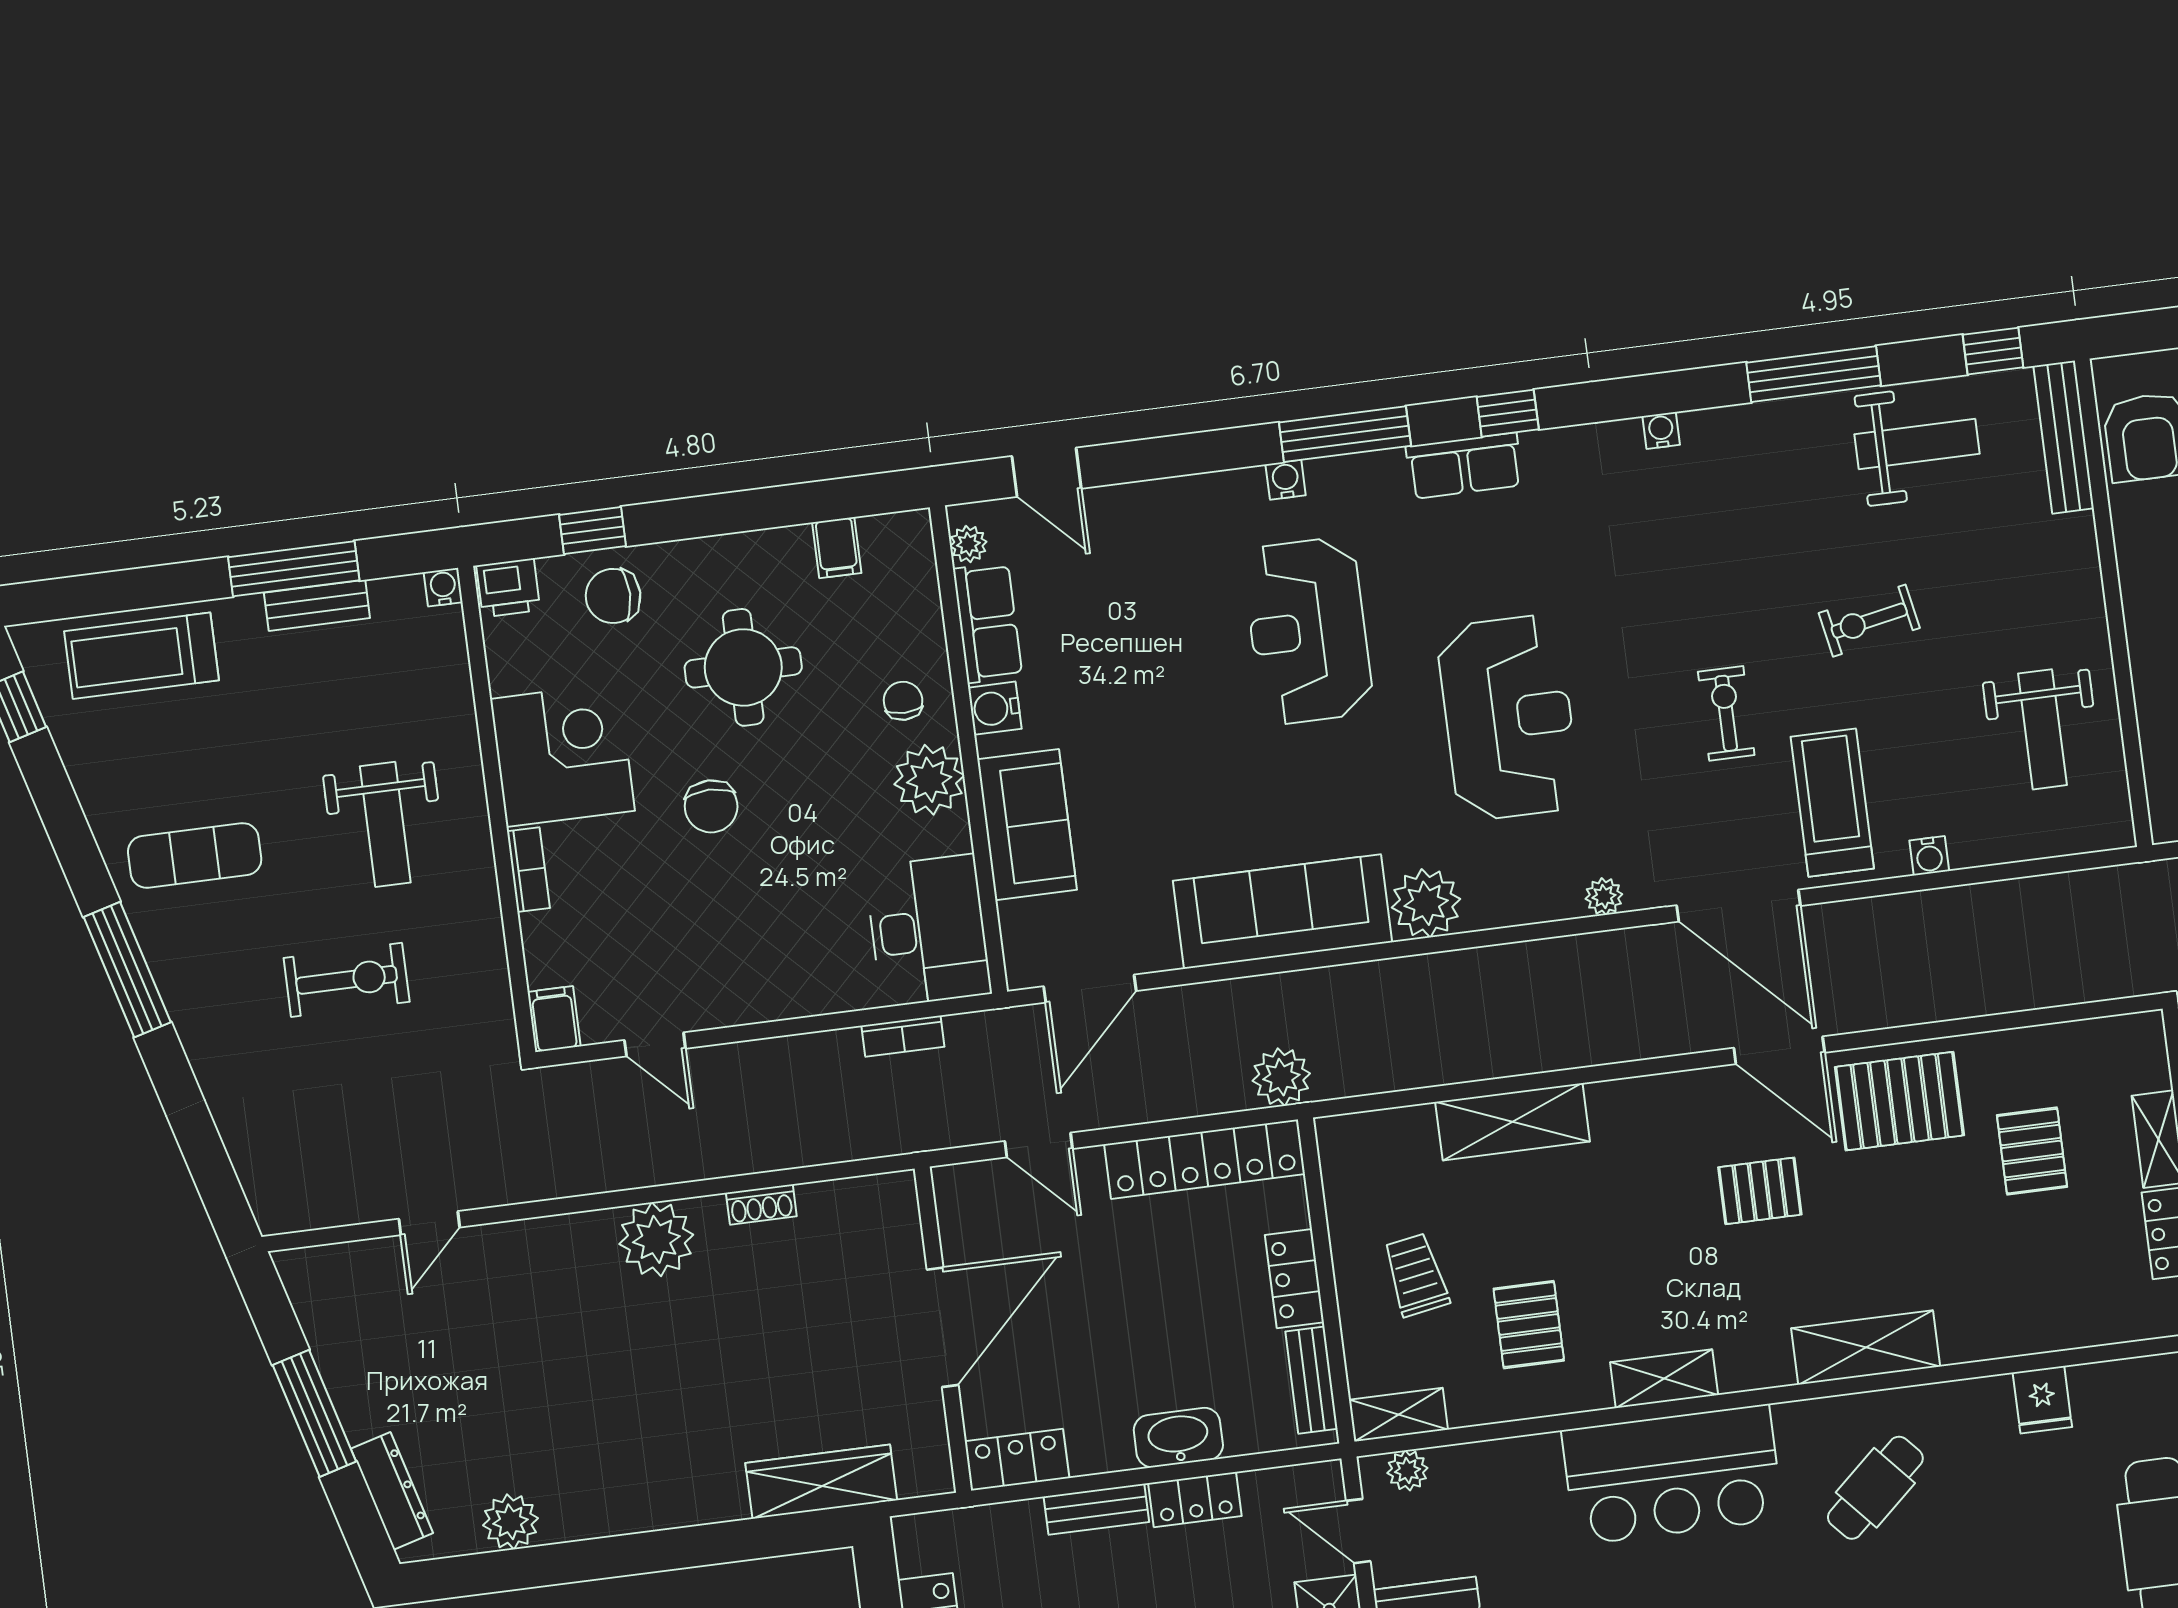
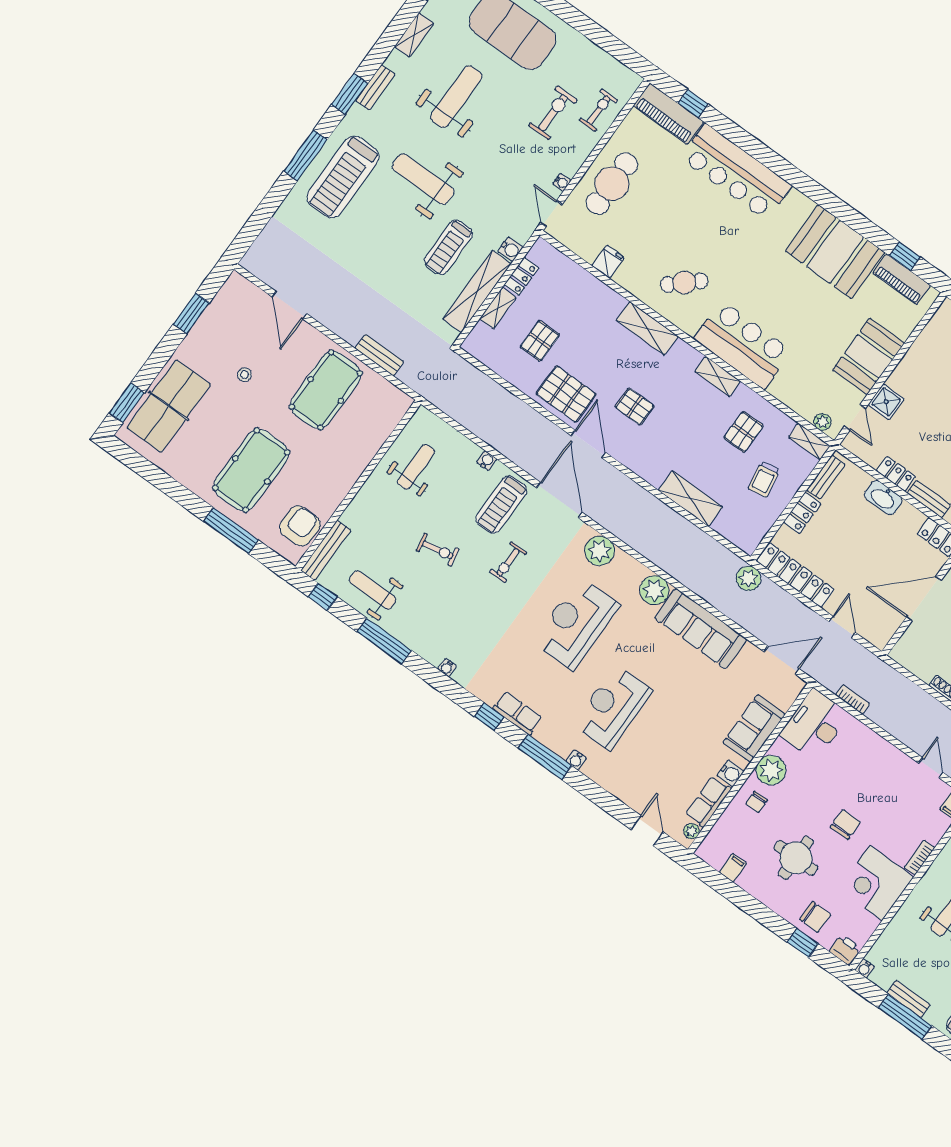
reception desk: (1308, 631) -> (612, 707), turned 180
plant: (1604, 896) -> (600, 551), width x1.88, depth x1.88

